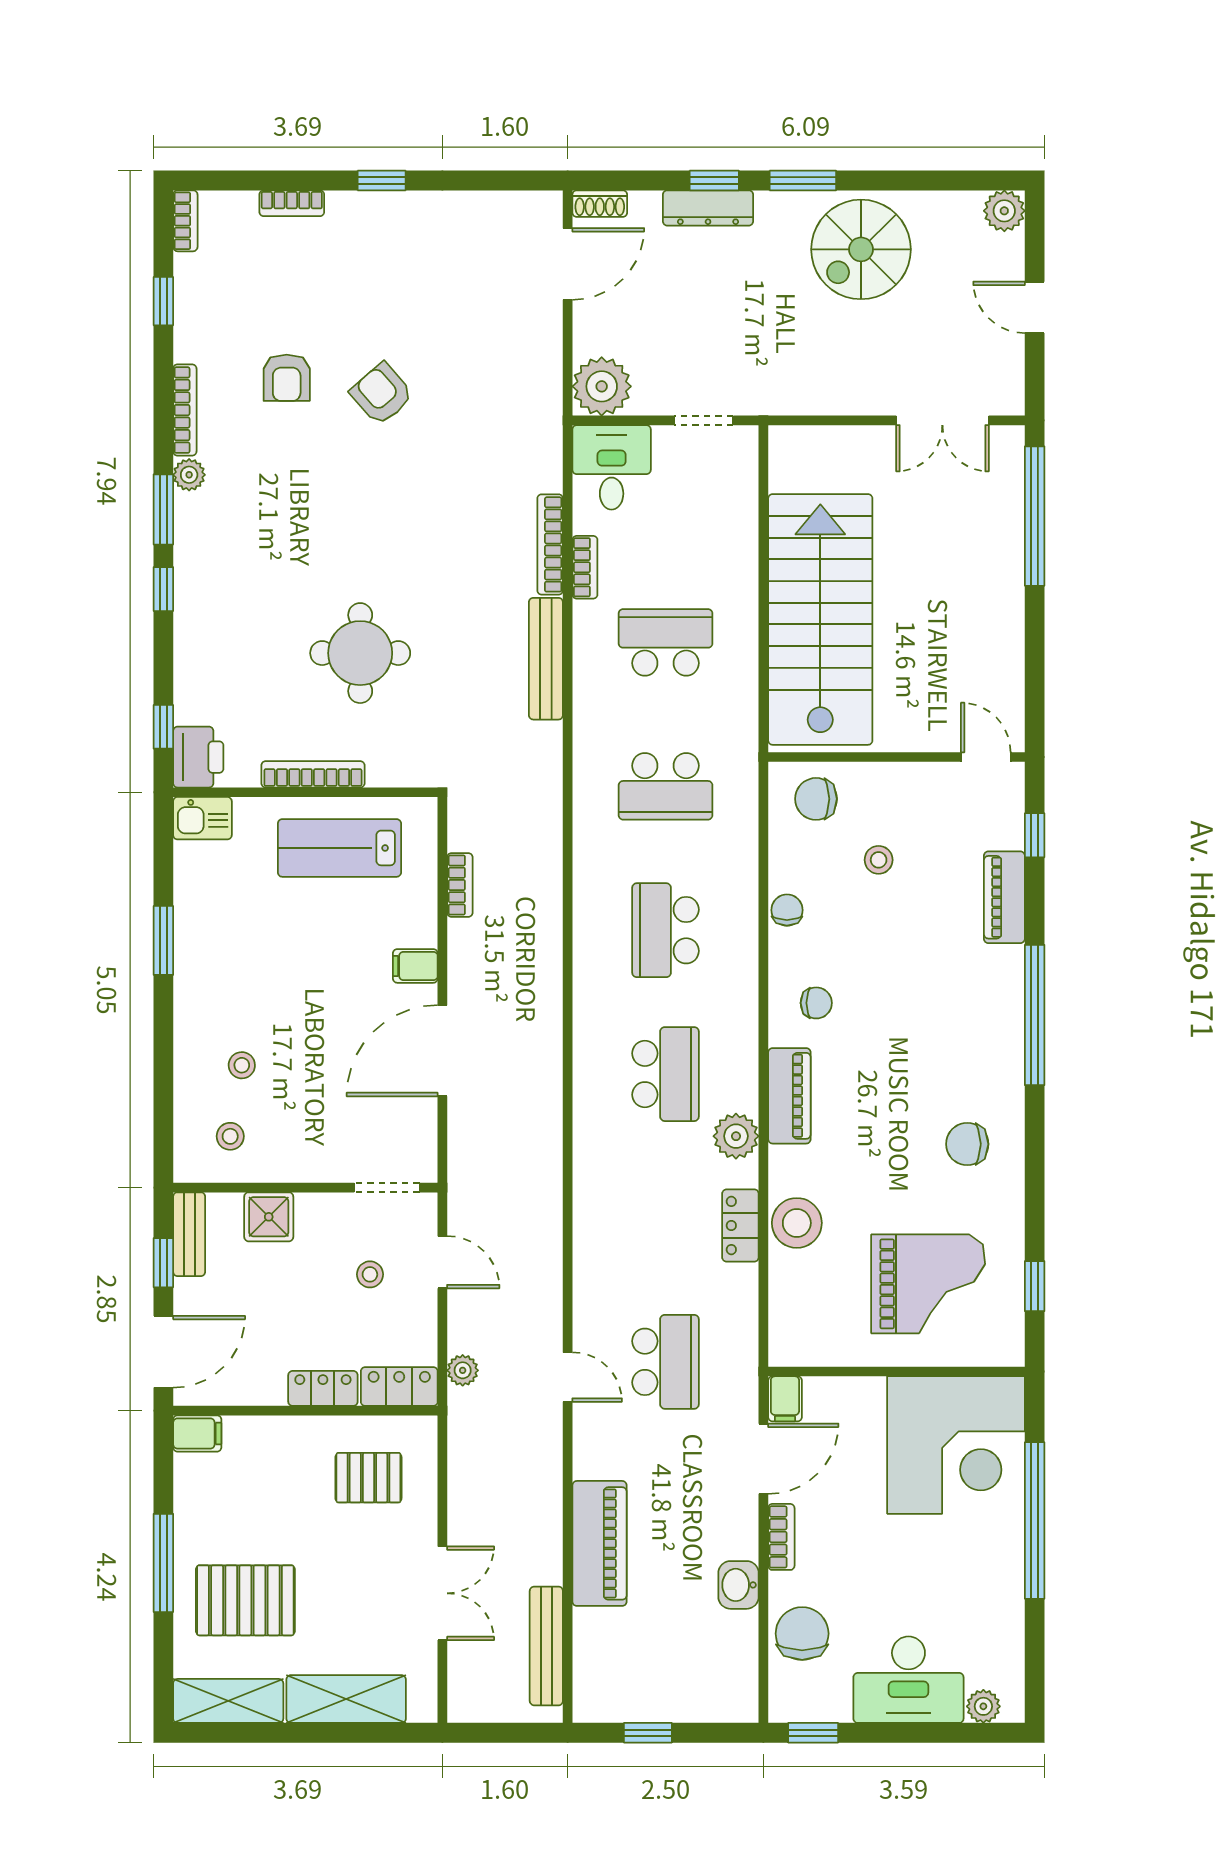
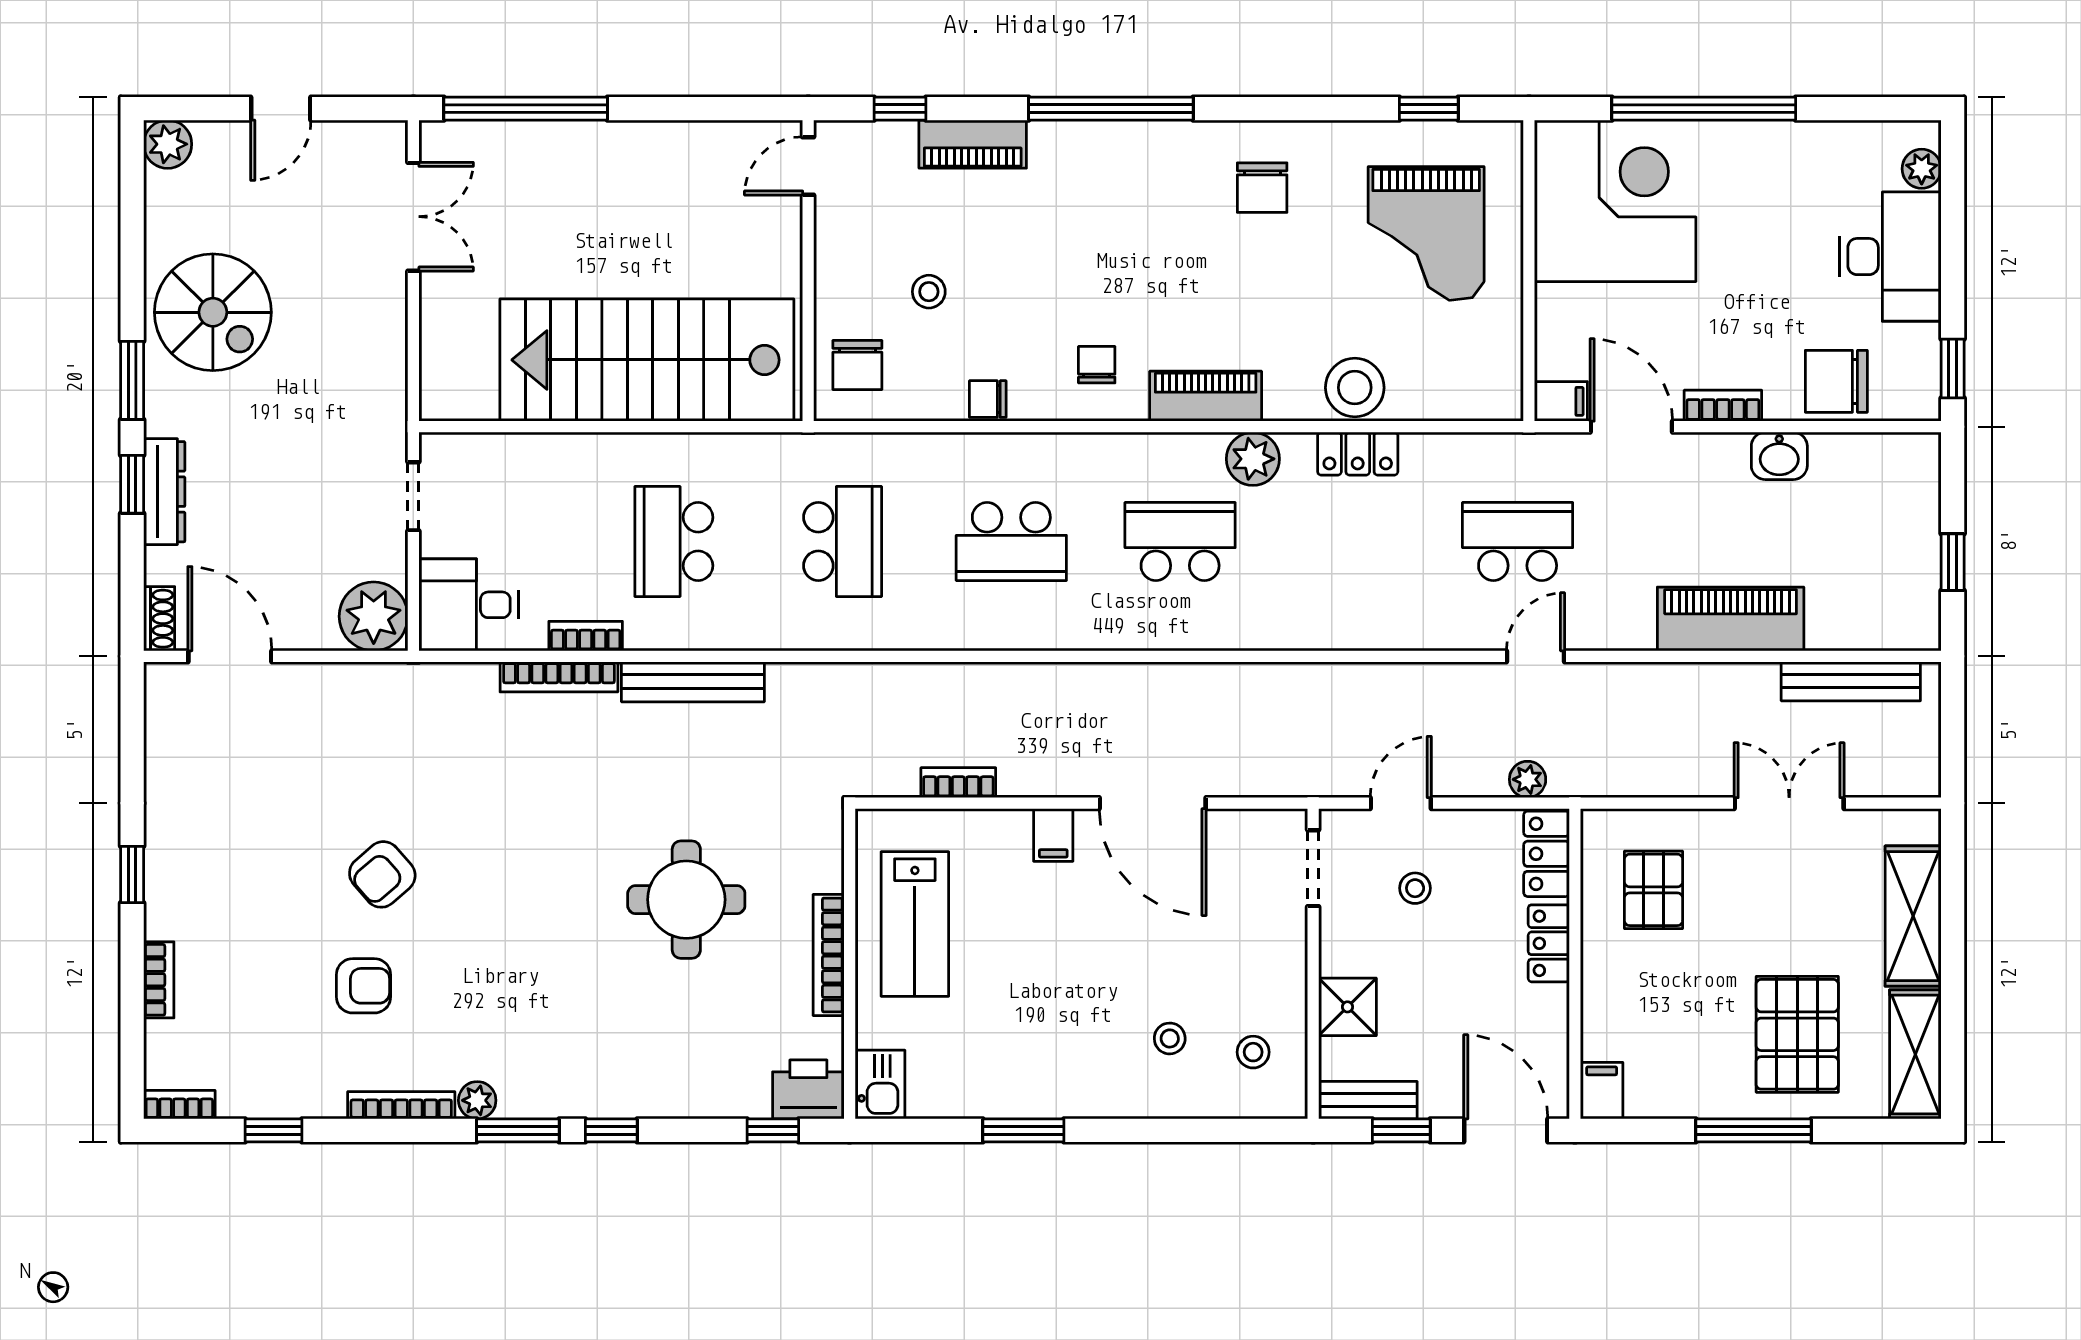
grand piano: (928, 1284) -> (1426, 233), turned 180

